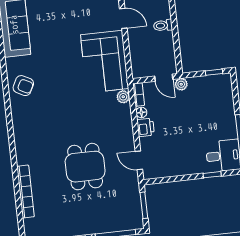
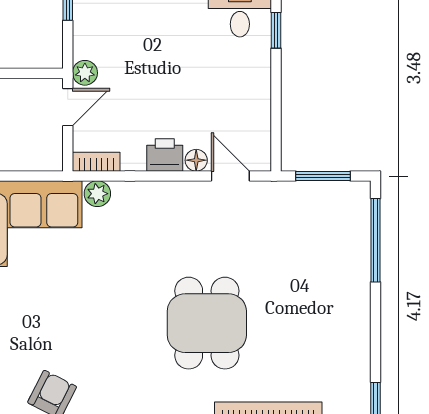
floor lamp: (141, 112) -> (196, 160), moved
door: (139, 160) -> (230, 176), swing flipped
dining table: (85, 167) -> (207, 323), moved, turned 90

